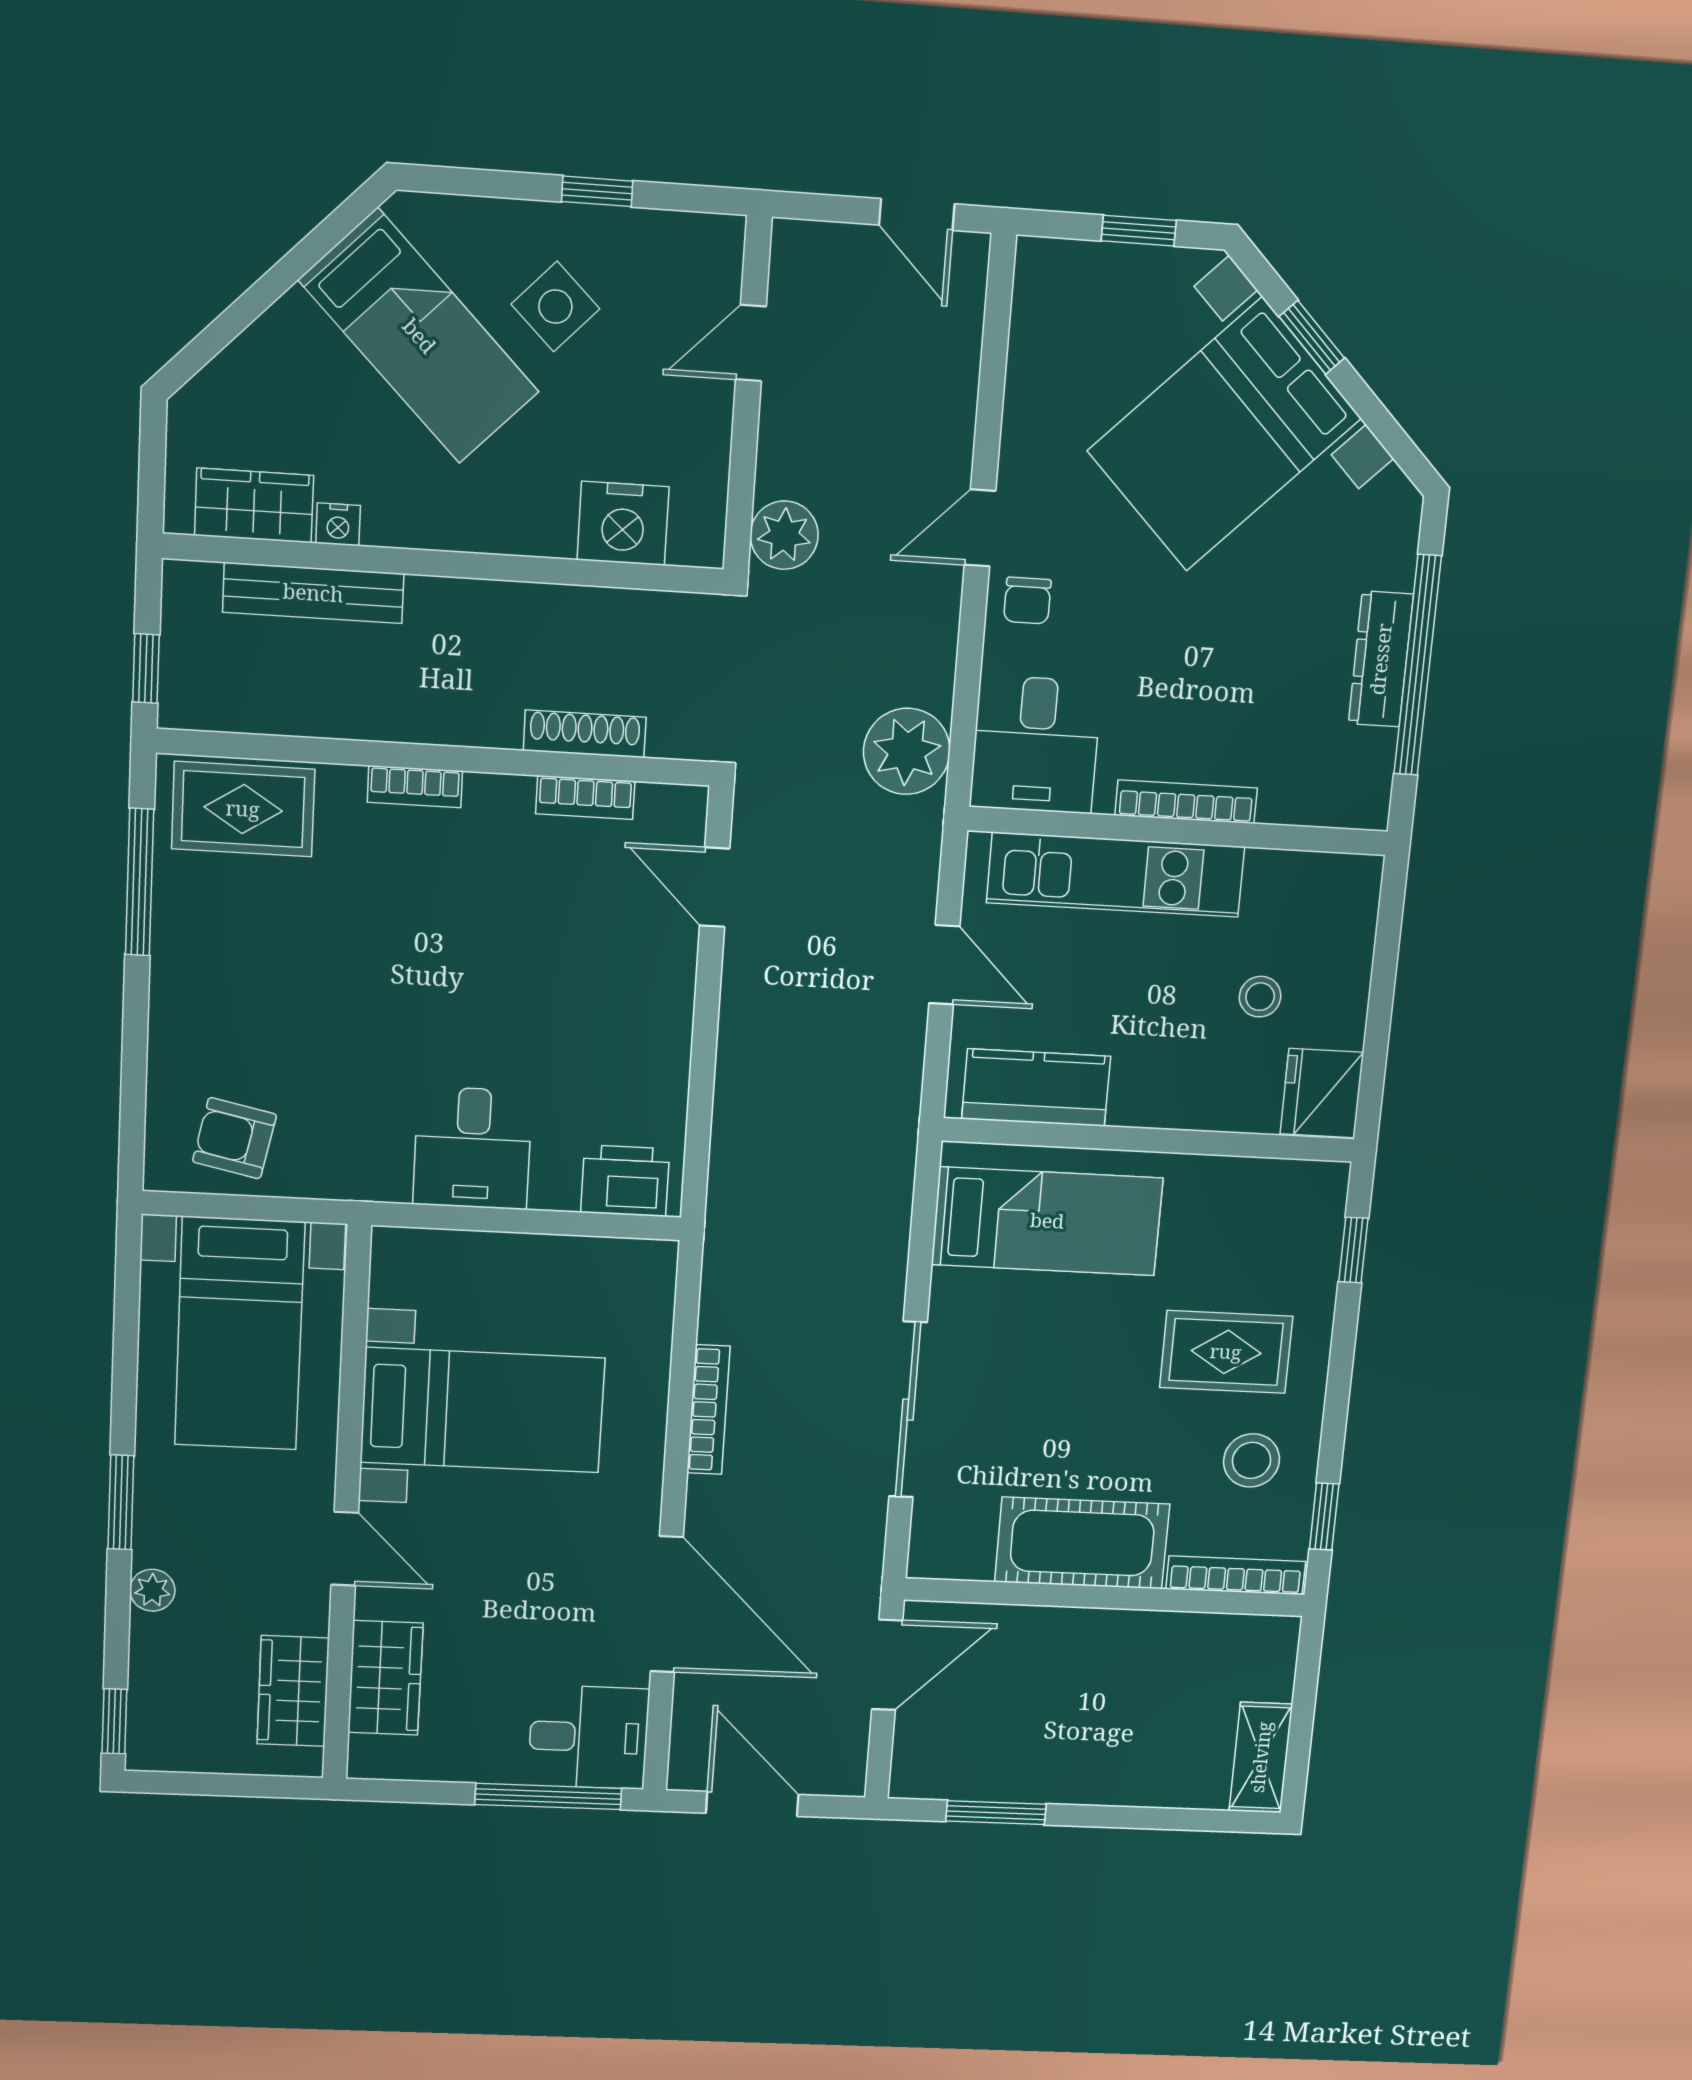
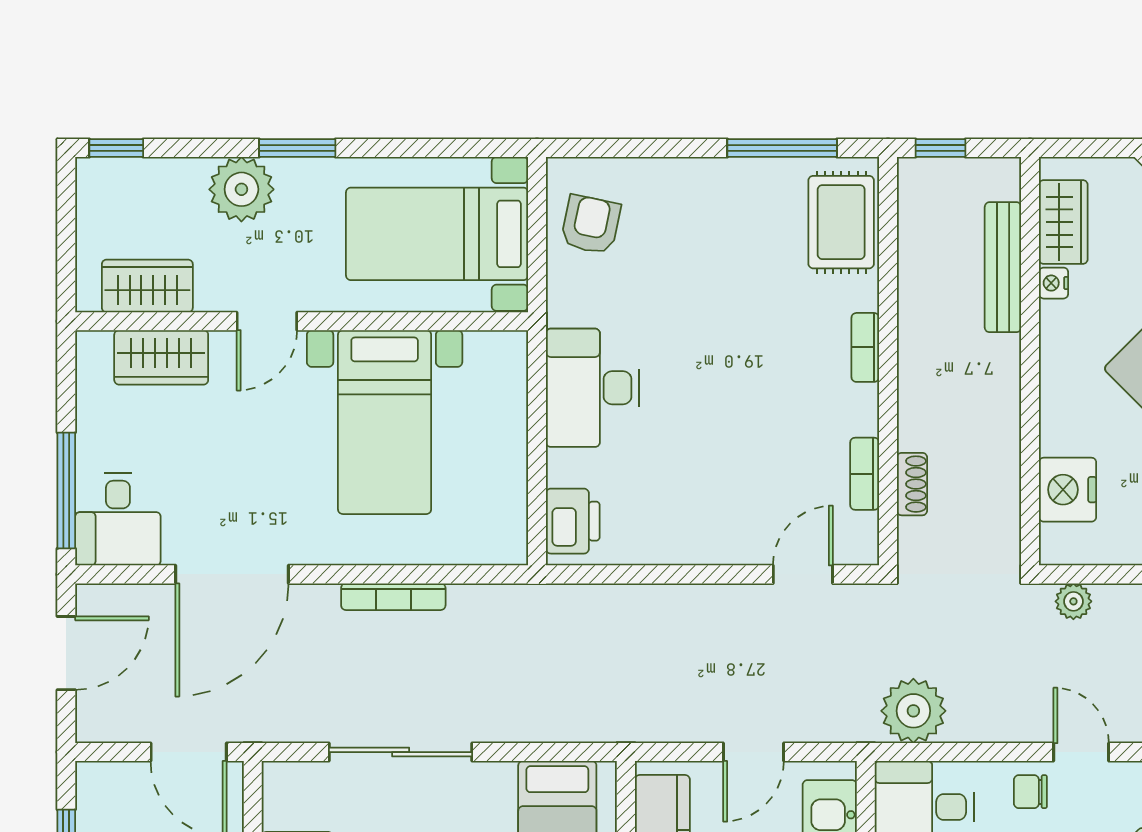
plant: (784, 535) -> (1073, 601), width x0.73, depth x0.73
shoe rack: (585, 734) -> (912, 484), width x0.70
desk: (472, 1148) -> (592, 388), width x1.37
plant: (152, 1590) -> (241, 189), width x1.88, depth x1.88

